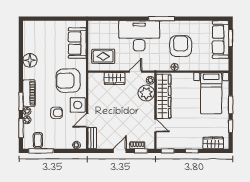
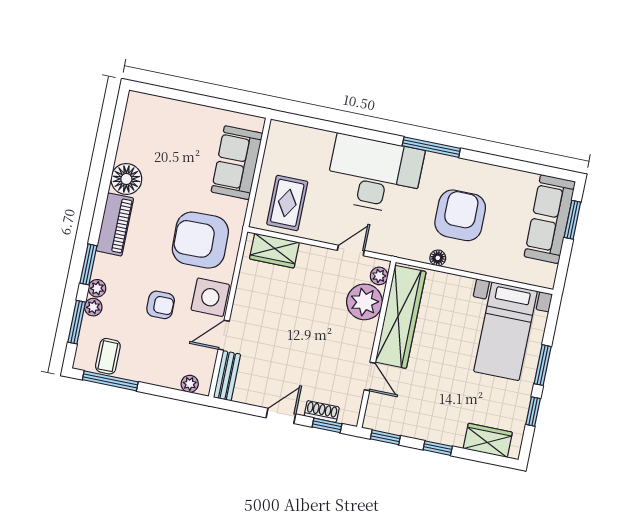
rug: (103, 56) -> (287, 203), turned 90
wardrobe: (115, 79) -> (274, 251), moved
piano: (29, 93) -> (115, 224), moved

